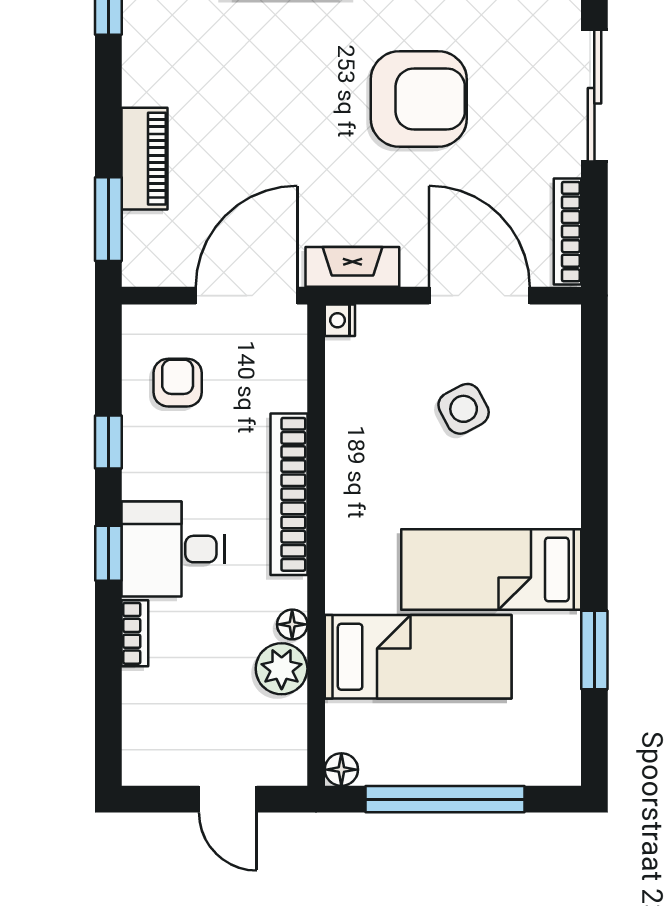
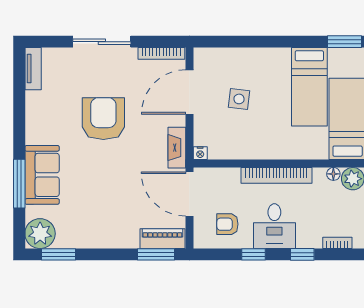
piano: (145, 159) -> (162, 239), moved
side table: (464, 409) -> (239, 99), turned 35
desk: (173, 549) -> (274, 226), moved

